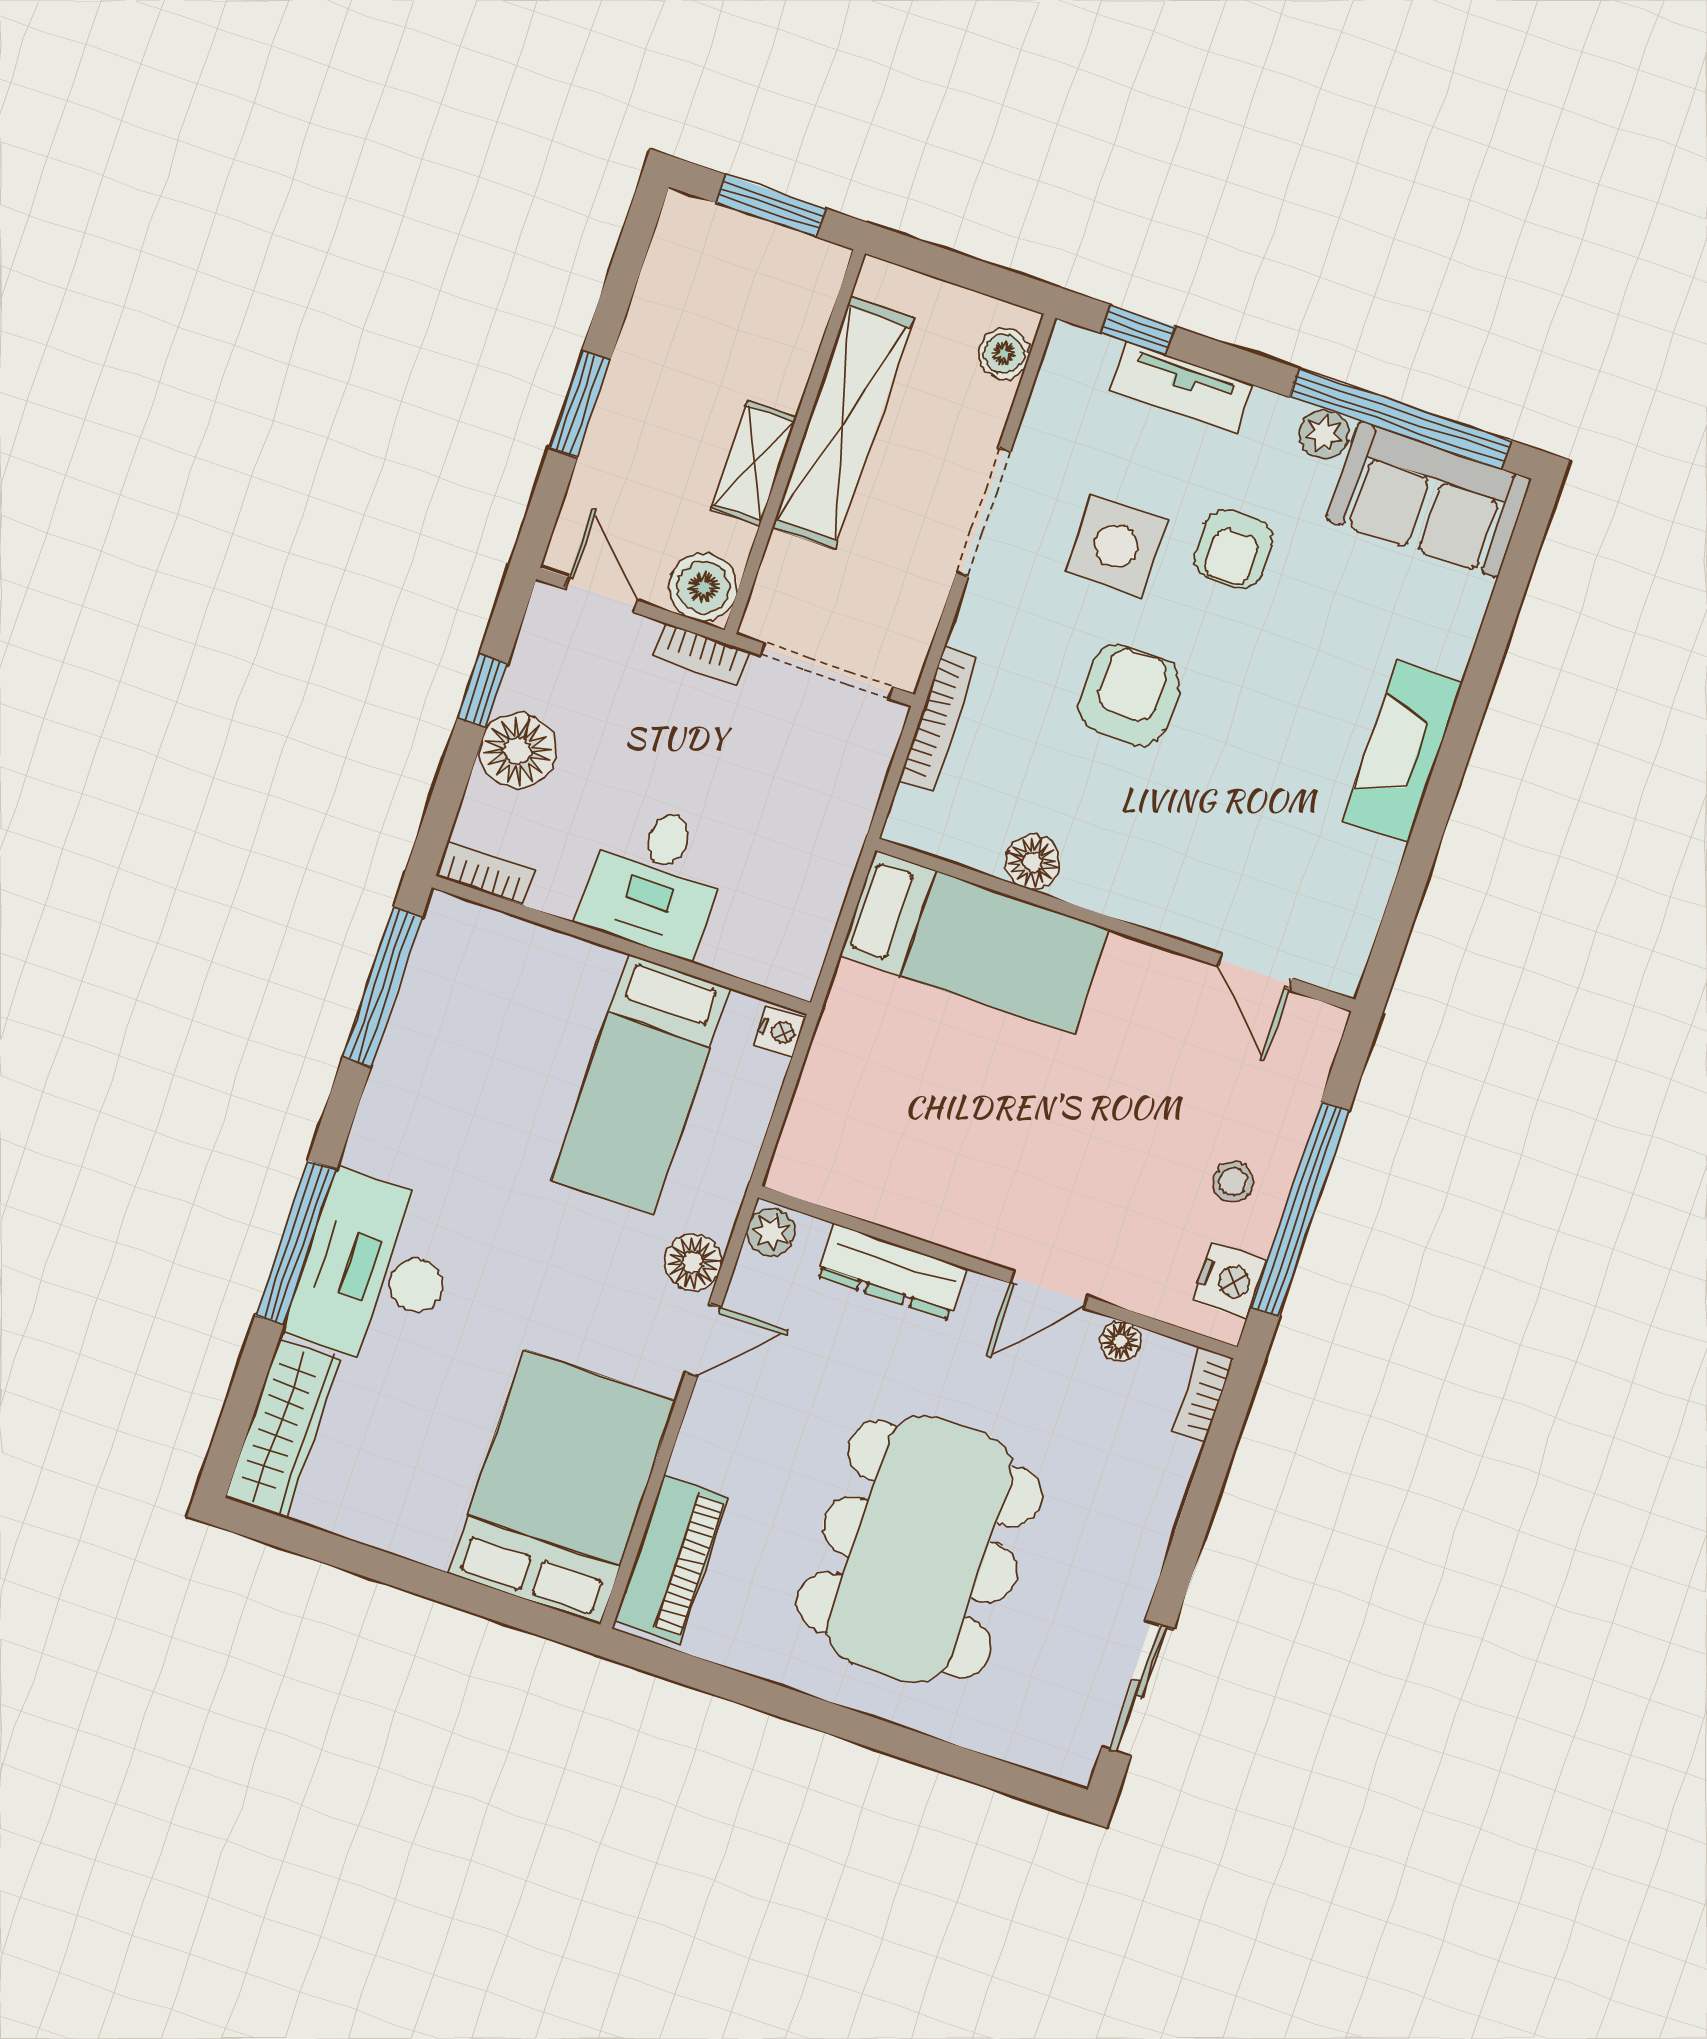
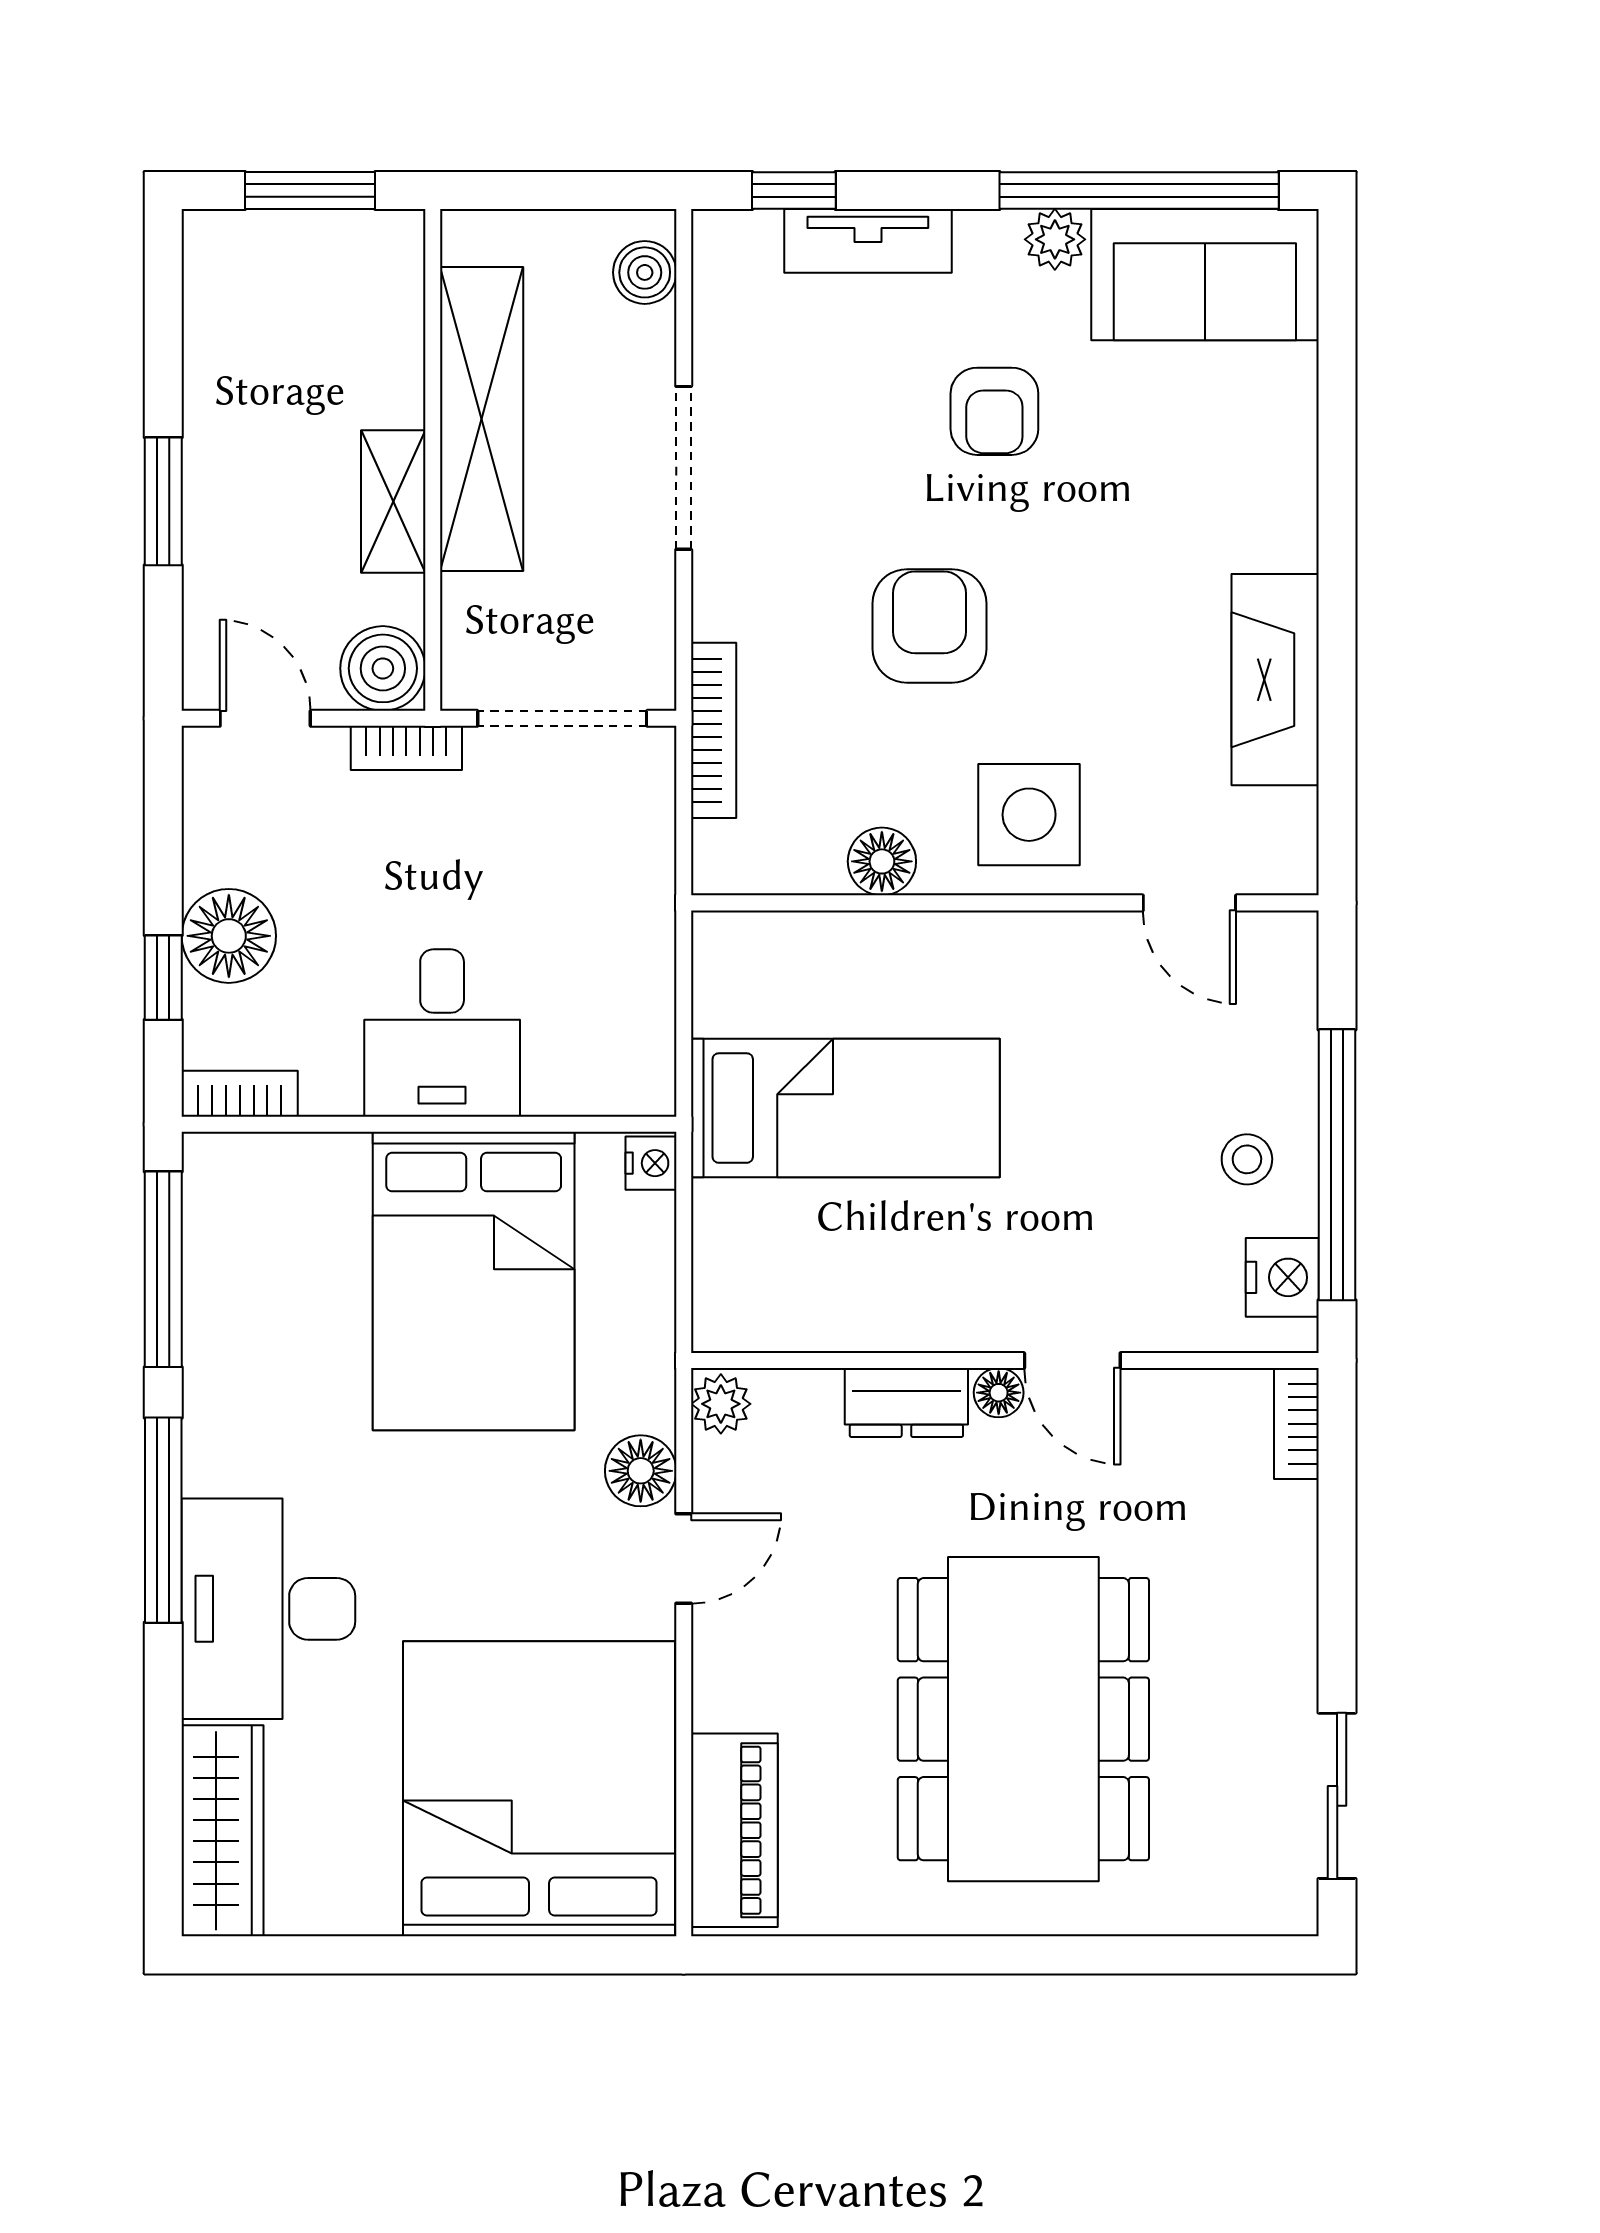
side table: (1116, 546) -> (1029, 815), moved
window: (483, 690) -> (163, 978), moved
fireplace: (1403, 751) -> (1275, 680), moved
bed: (975, 942) -> (845, 1108), moved
bed: (640, 1084) -> (474, 1281), width x1.50
window: (296, 1243) -> (163, 1520), moved
dresser: (892, 1272) -> (906, 1403), width x0.70
door: (1049, 1290) -> (1072, 1361), hinge flipped
floor lamp: (1120, 1341) -> (999, 1393), moved
bed: (562, 1487) -> (539, 1789), width x1.36

